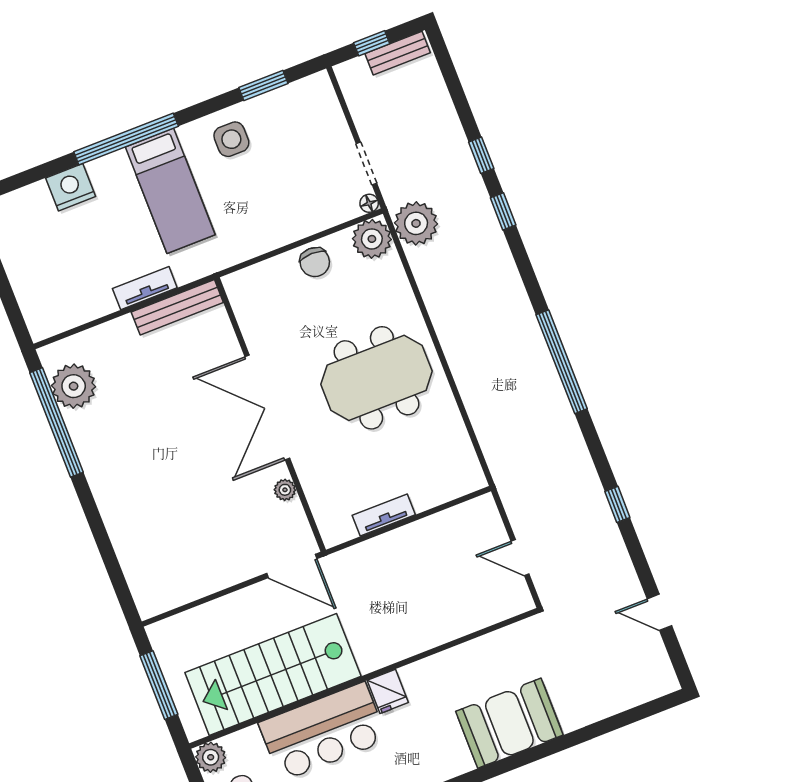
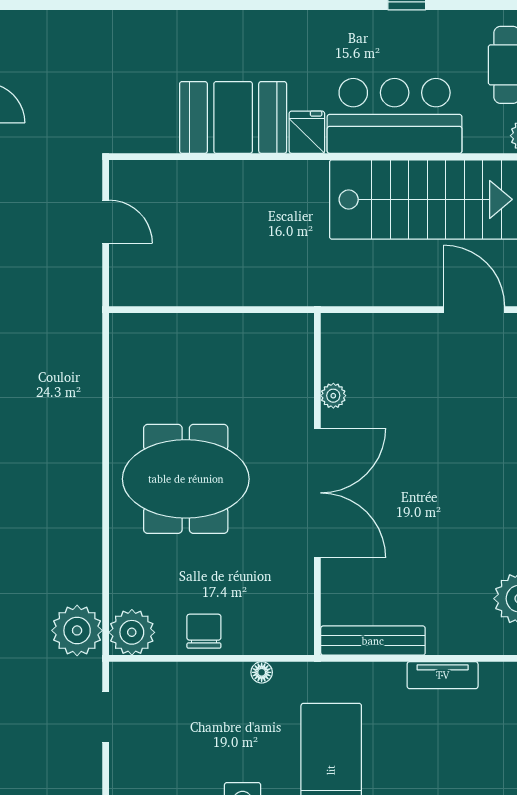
floor lamp: (369, 203) -> (262, 672), moved
tv unit: (145, 288) -> (443, 675), moved
tv unit: (384, 515) -> (236, 326), removed
door: (292, 566) -> (474, 310), moved
booth: (509, 723) -> (233, 117), moved

